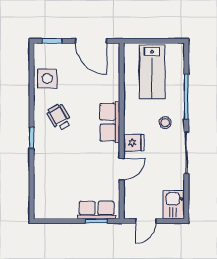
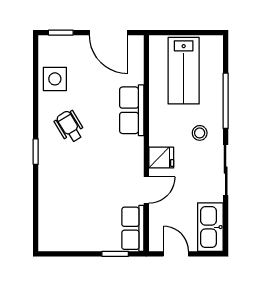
row of seats: (110, 122) -> (132, 110), moved
kitchen sink: (174, 205) -> (210, 227), width x1.38
row of seats: (96, 210) -> (133, 228), moved, turned -90
door: (146, 221) -> (176, 254), swing flipped

